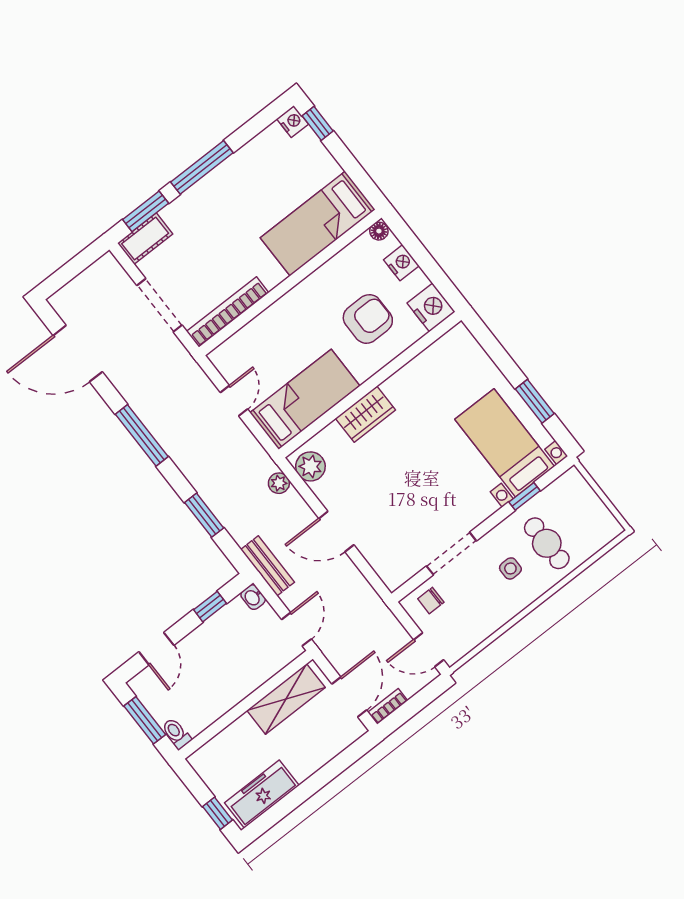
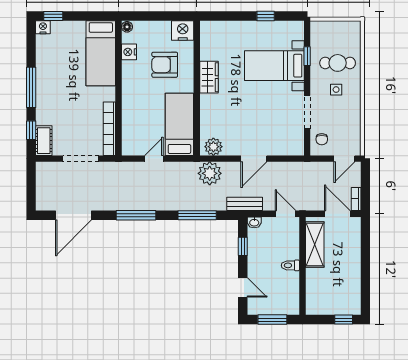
window: (146, 211) -> (31, 130), width x0.67
nightstand: (401, 263) -> (129, 52), moved, turned -90
armchair: (368, 319) -> (165, 65), turned -90
door: (234, 401) -> (154, 159), hinge flipped
window: (535, 401) -> (266, 16), width x0.67
wardrobe: (365, 414) -> (209, 77), moved
bed with nightstands: (505, 443) -> (274, 66), moved
plant: (279, 483) -> (210, 173), width x1.88, depth x1.88
window: (204, 515) -> (197, 215), width x1.44
toilet: (176, 733) -> (290, 265), moved
freezer: (262, 794) -> (351, 291), removed

